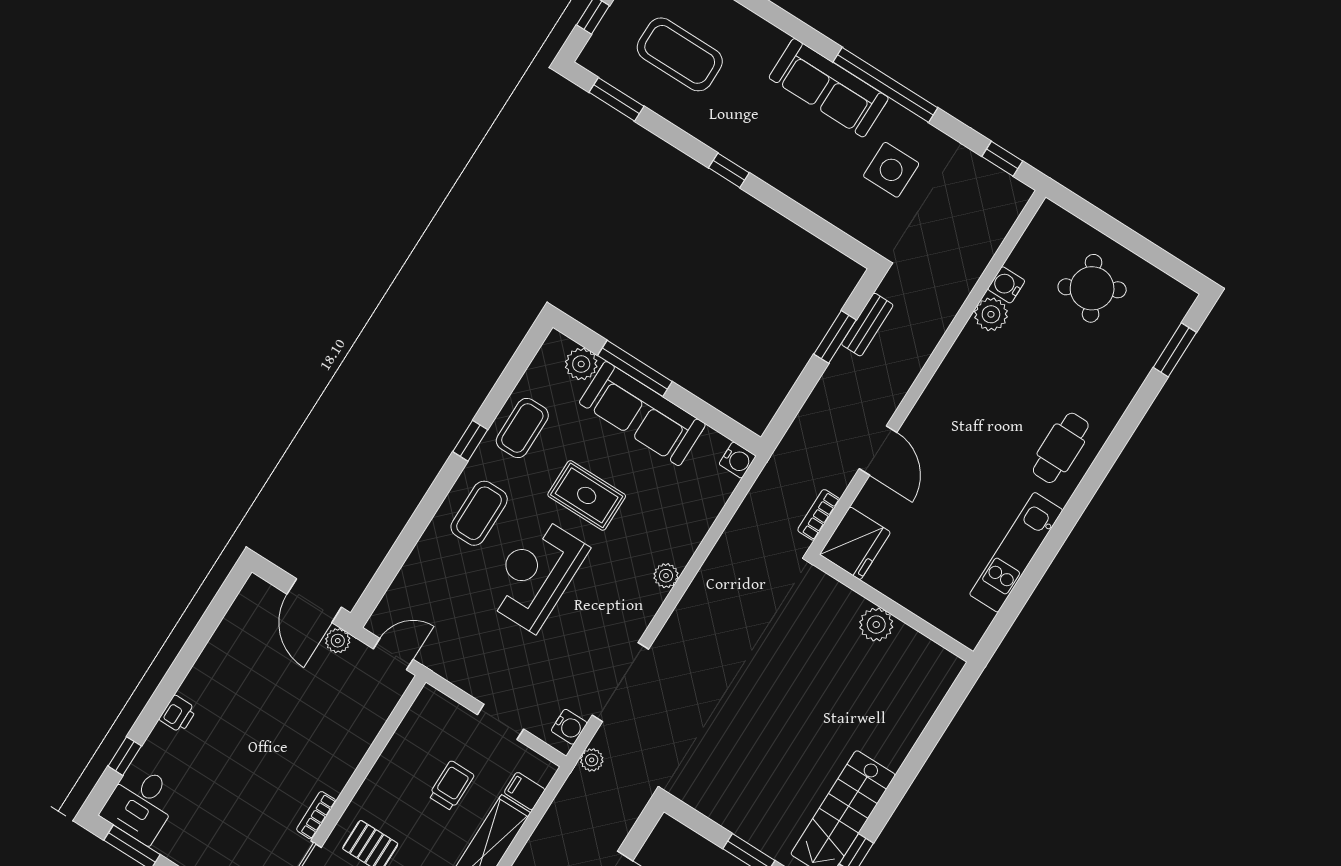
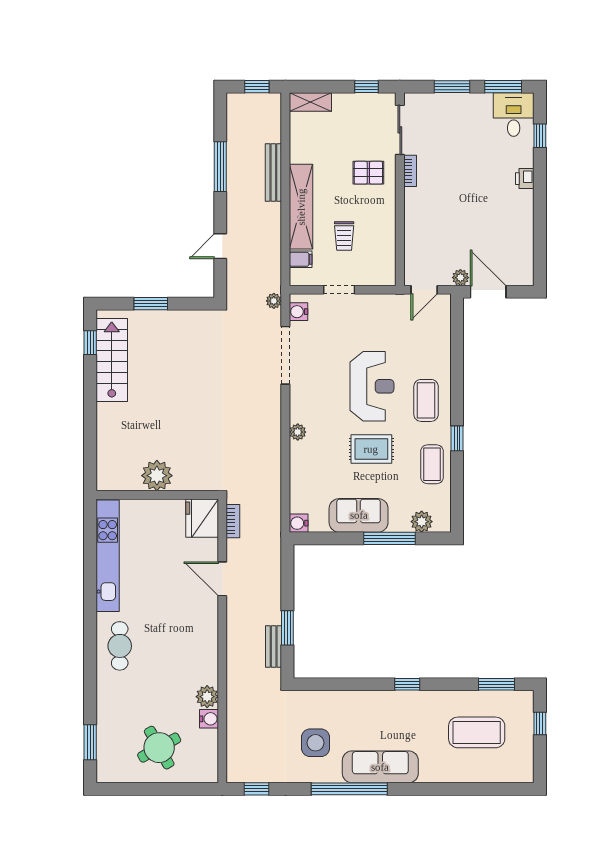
sofa: (642, 414) -> (359, 515), width x0.73
kitchen unit: (1016, 552) -> (108, 556), width x1.36
plant: (876, 625) -> (157, 476), width x1.36, depth x1.36

